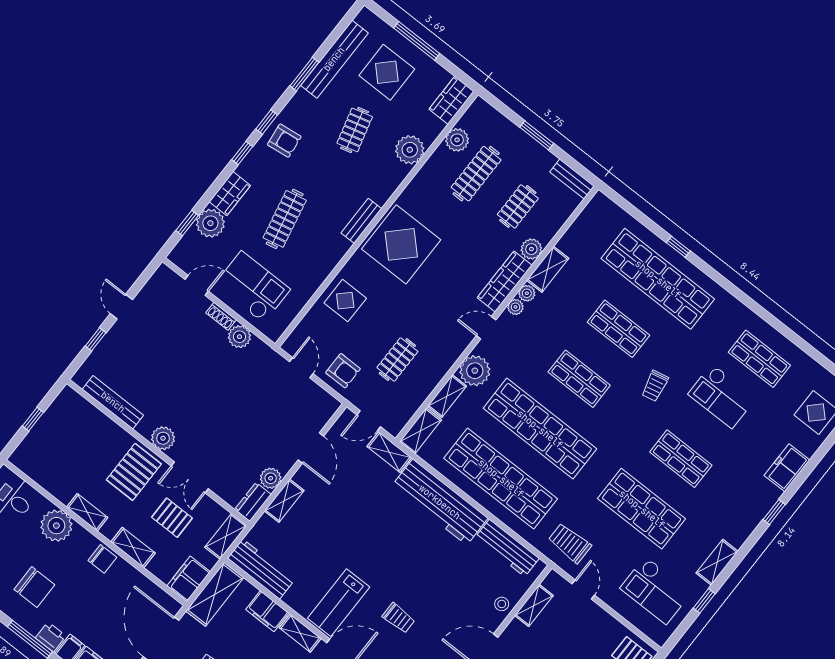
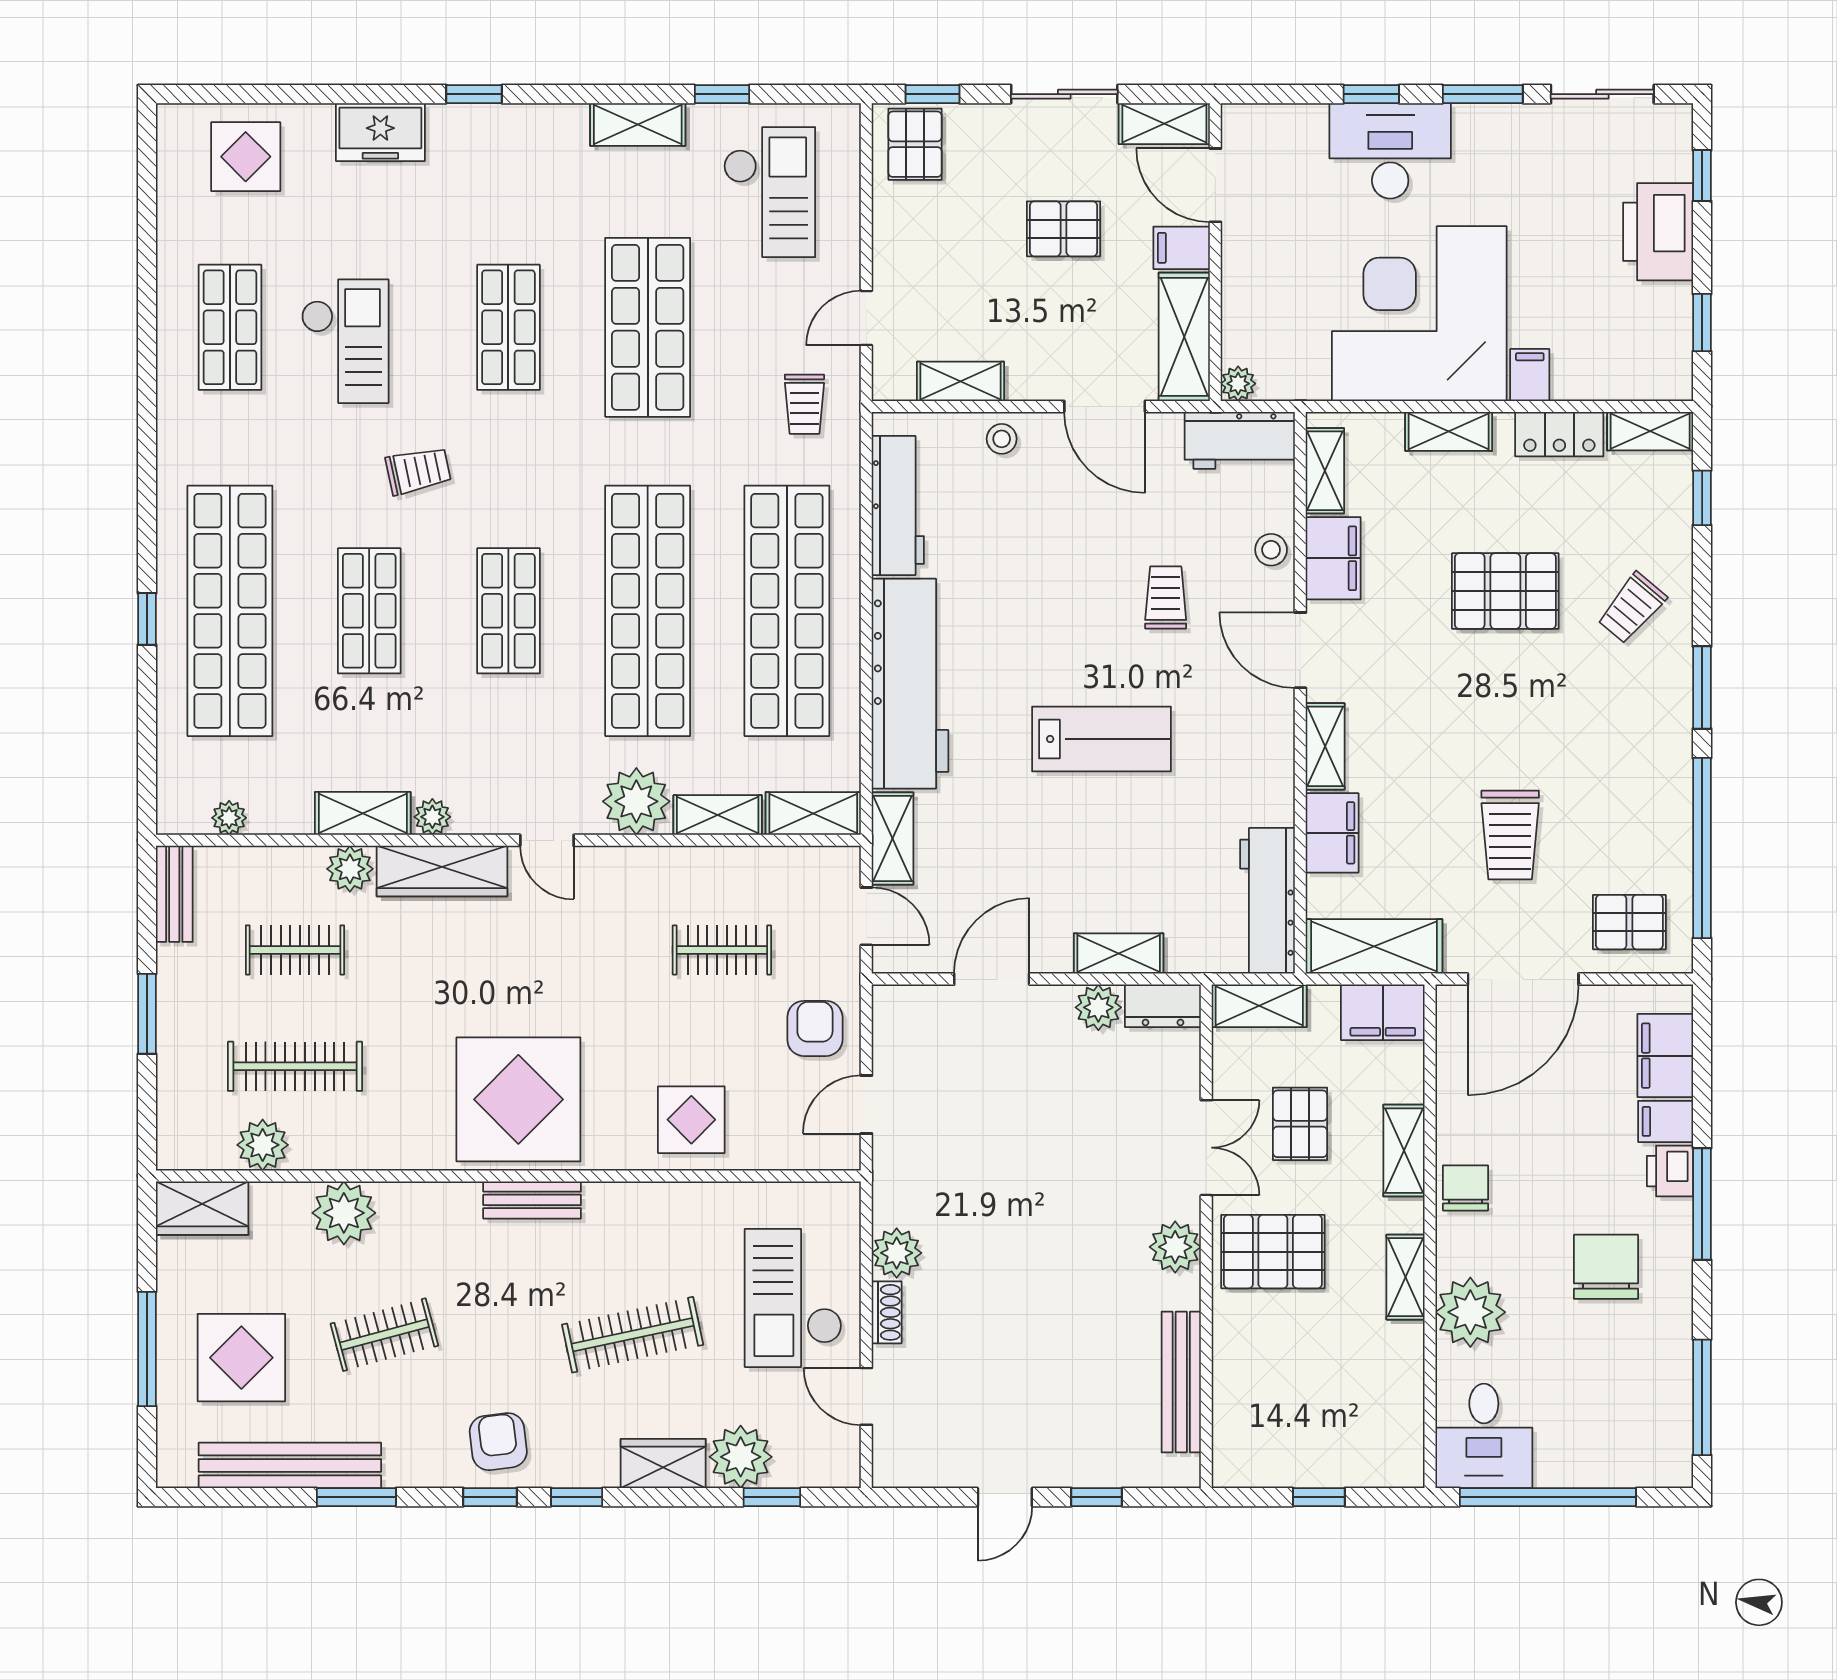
plant: (515, 307) -> (229, 818), moved
trolley: (570, 543) -> (804, 404), width x0.73, depth x0.72
lab bench: (339, 603) -> (1101, 739), moved

